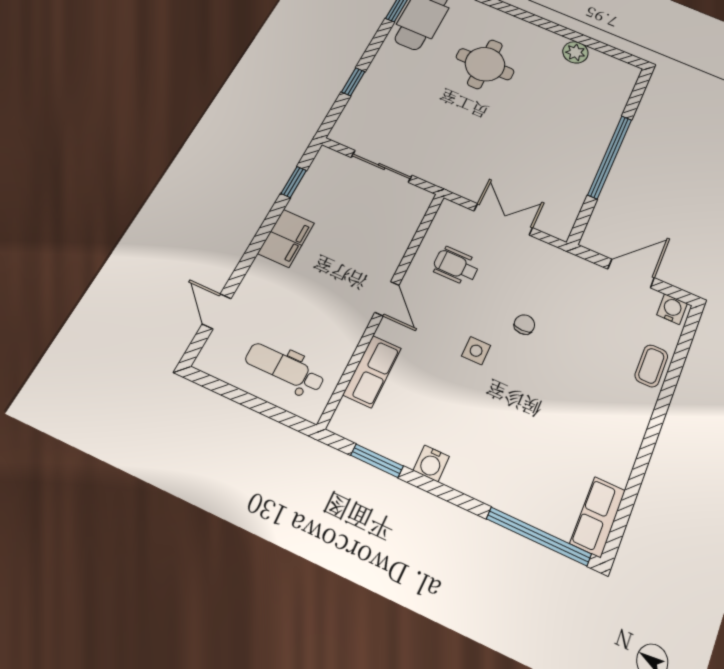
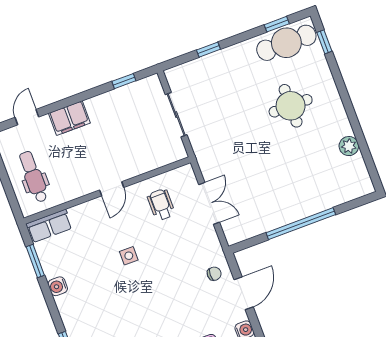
filing cabinet: (286, 238) -> (69, 118), moved
door: (631, 273) -> (244, 293), hinge flipped
chair: (524, 325) -> (214, 274), moved
row of seats: (372, 371) -> (49, 226), moved

